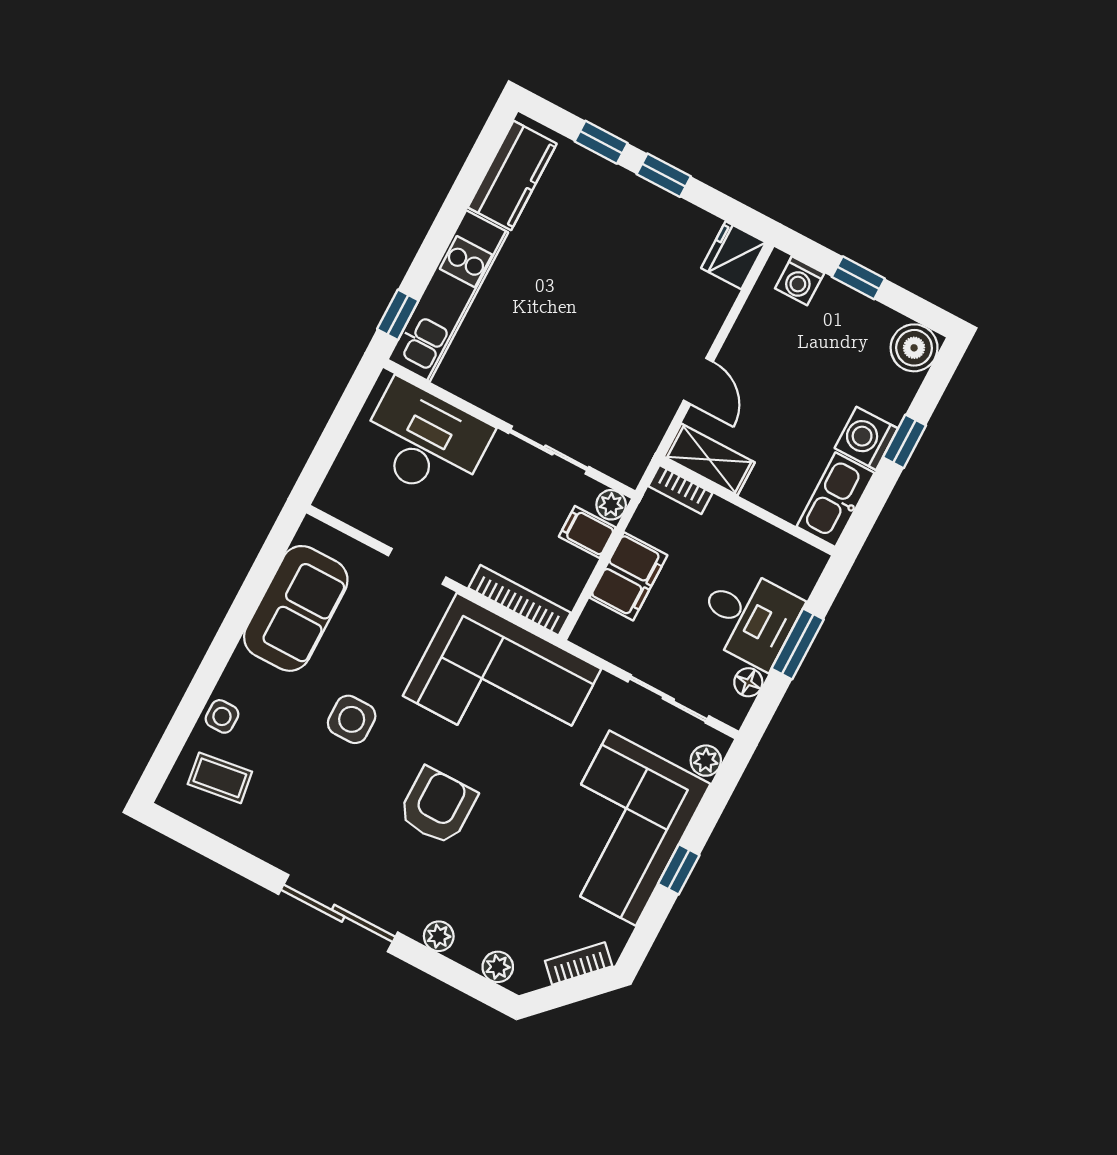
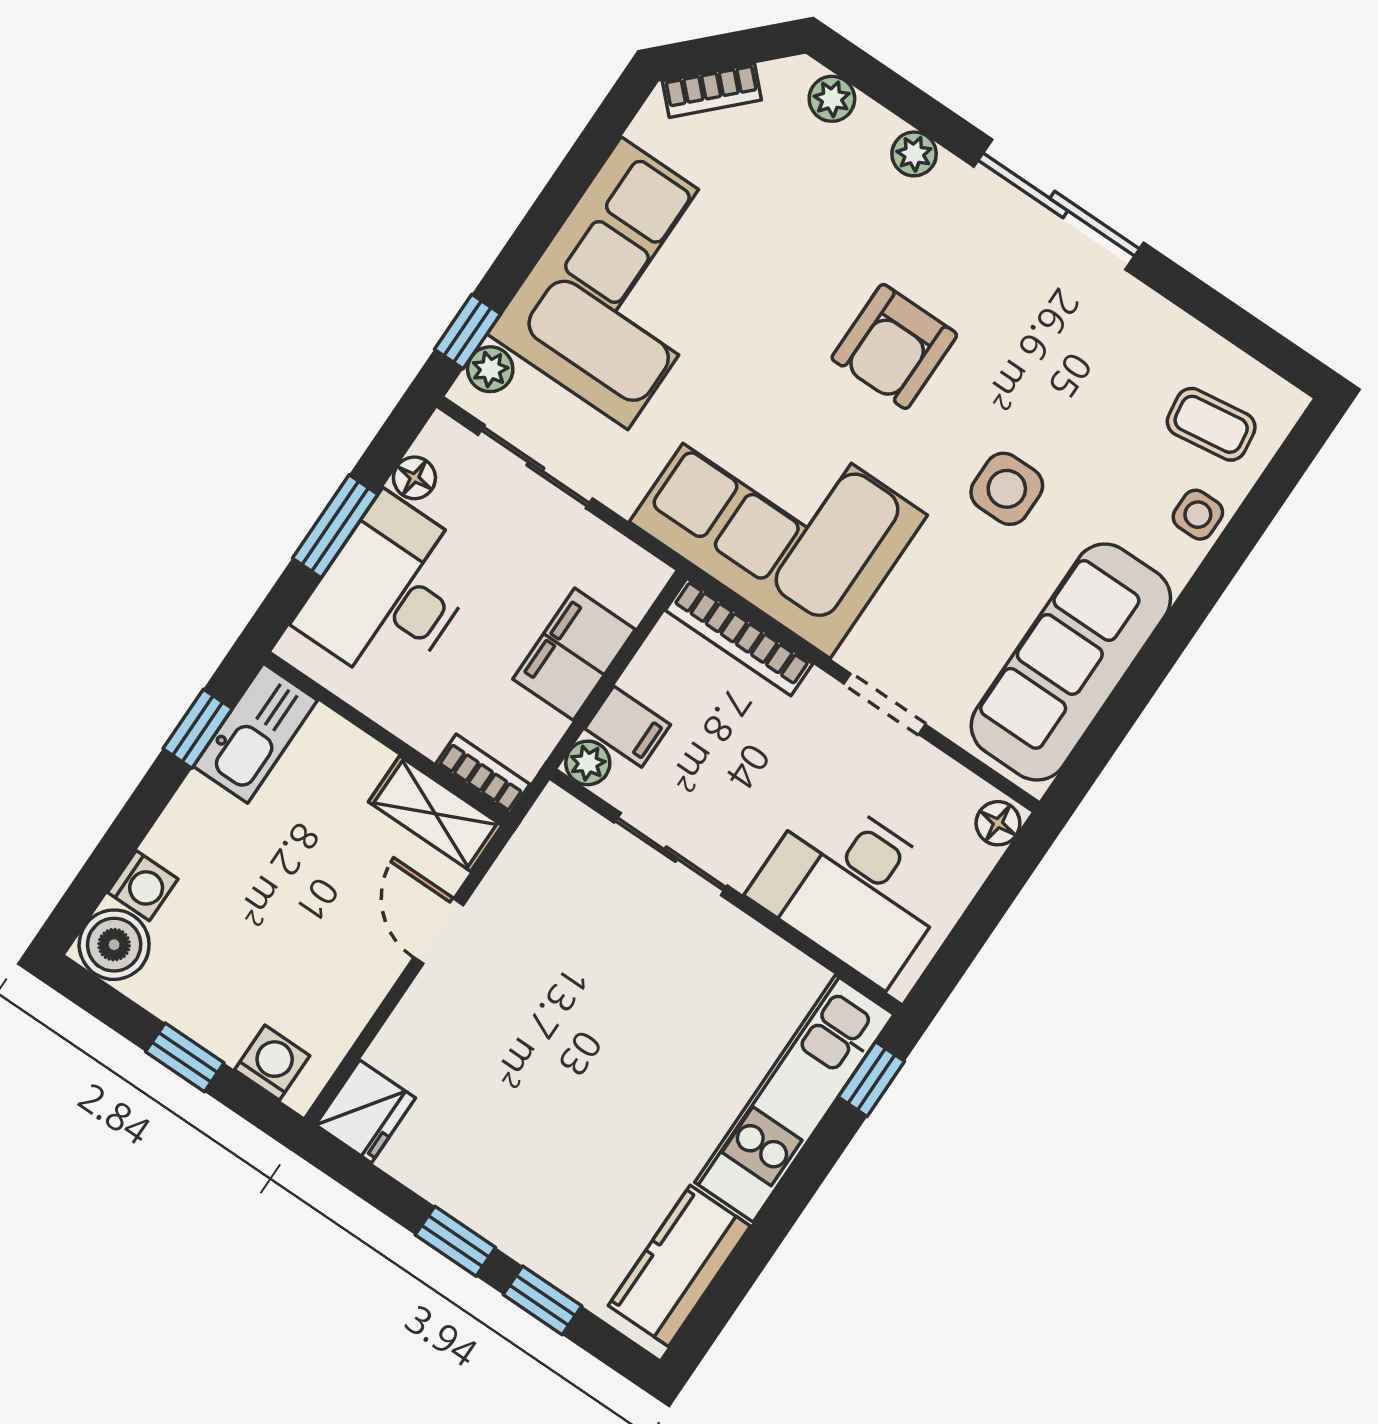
washing machine: (866, 438) -> (143, 886), moved, width x0.73, depth x0.73
window: (905, 441) -> (198, 729), moved
floor lamp: (332, 495) -> (998, 823), added
sofa: (296, 608) -> (1071, 662), width x1.36
desk: (749, 617) -> (390, 593), width x1.37
window: (679, 869) -> (467, 332), moved

